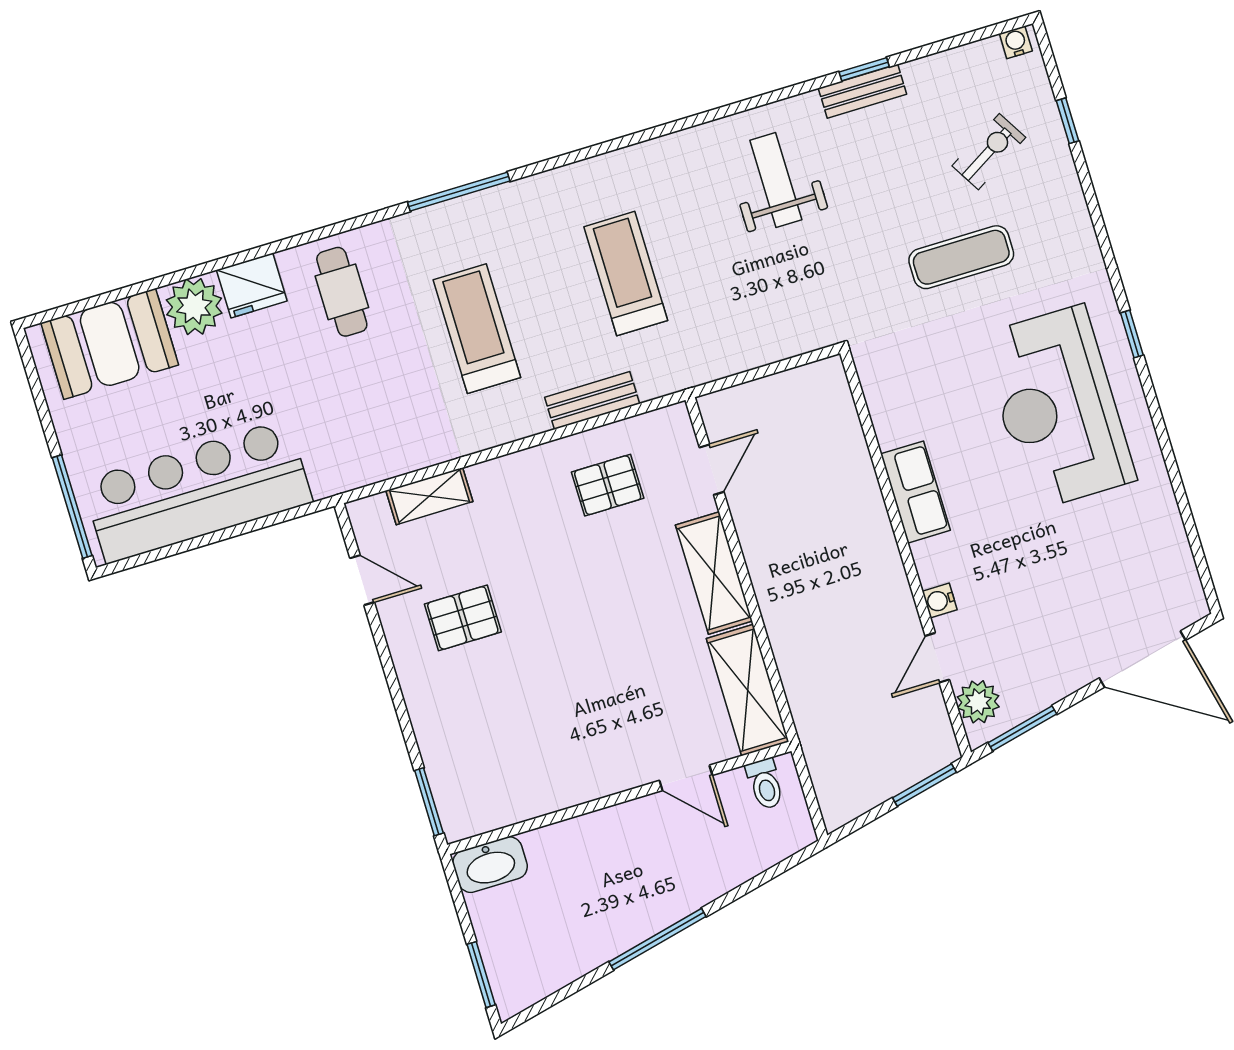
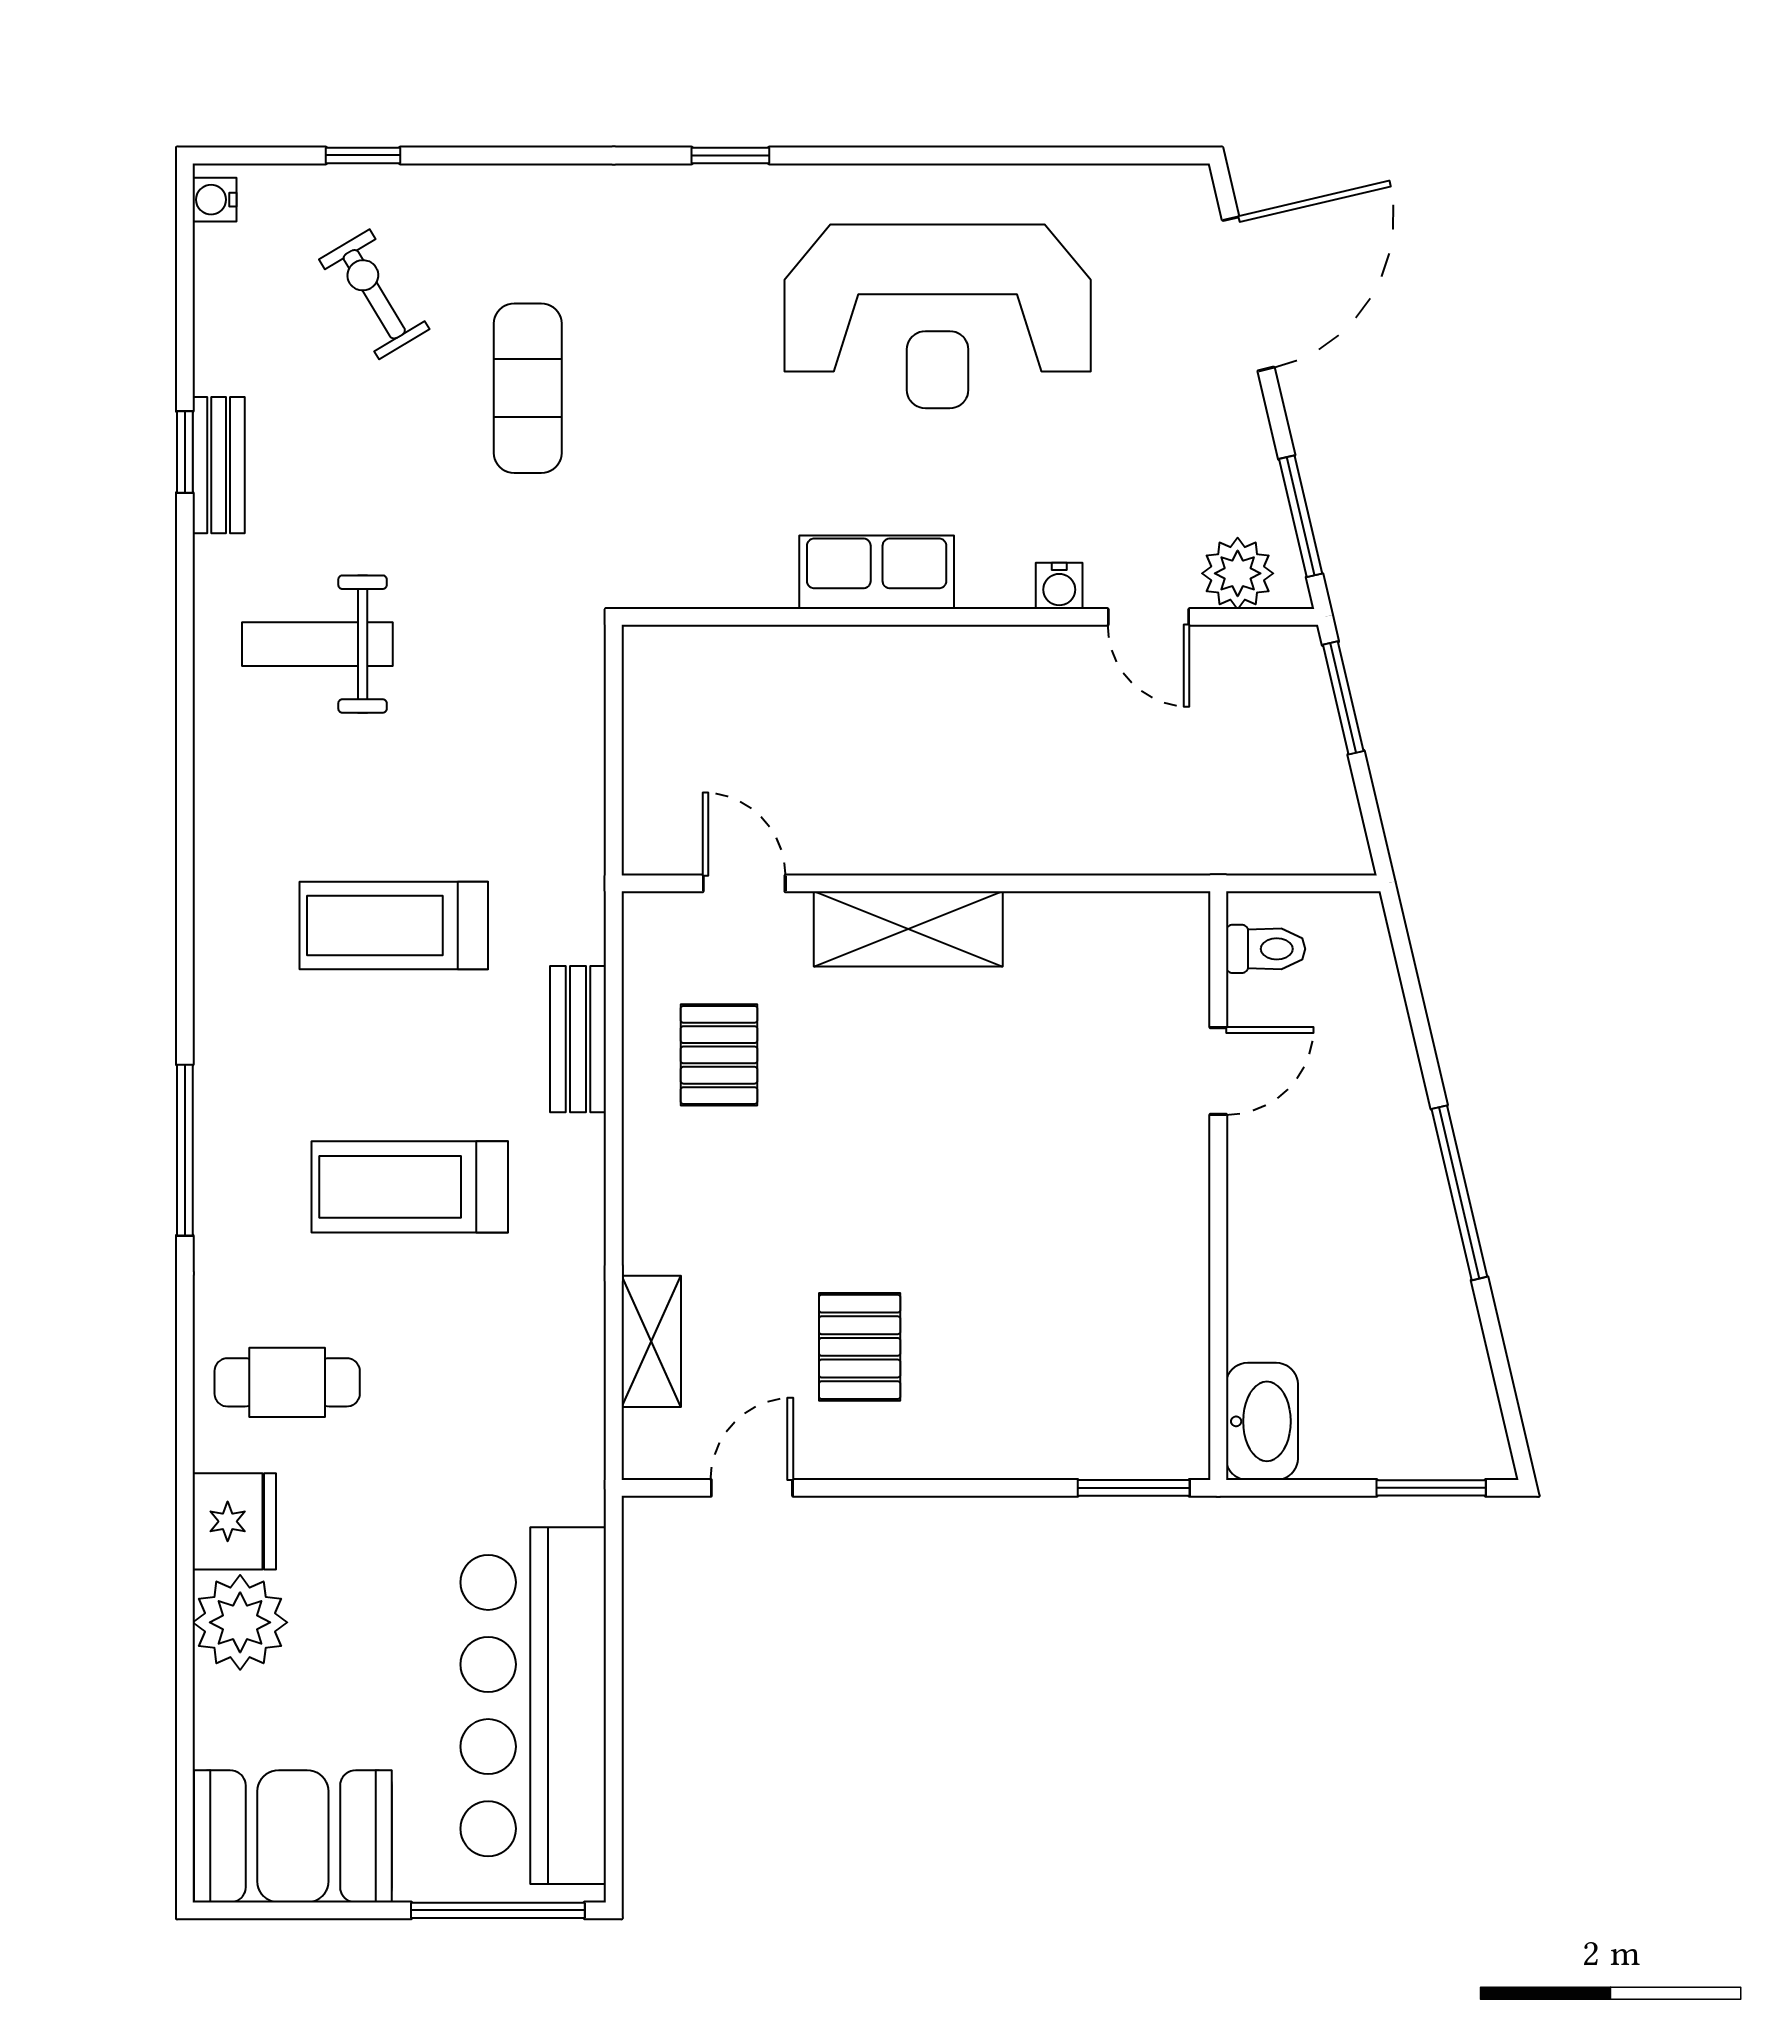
booth: (110, 344) -> (293, 1836), moved, turned 90
reception desk: (1058, 408) -> (938, 316), moved
shelving: (748, 690) -> (1109, 932), removed

